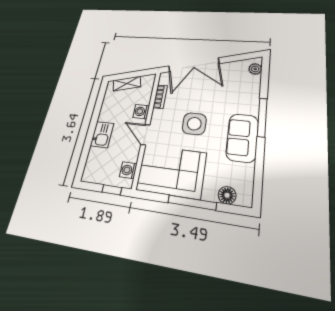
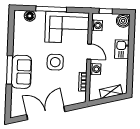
double door: (194, 65) -> (46, 113), moved
plant: (255, 69) -> (15, 108), removed
sofa: (242, 138) -> (21, 72), moved
boiler: (91, 173) -> (123, 21), added

